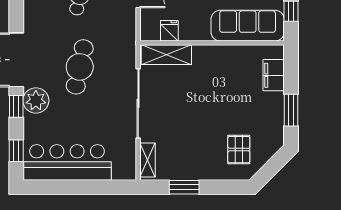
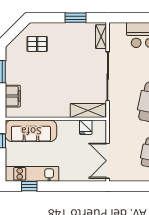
pallet: (239, 150) -> (37, 44), turned 90

